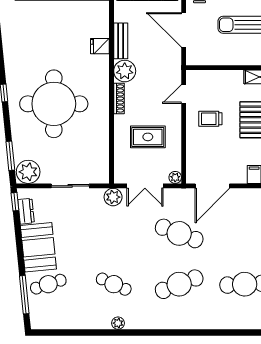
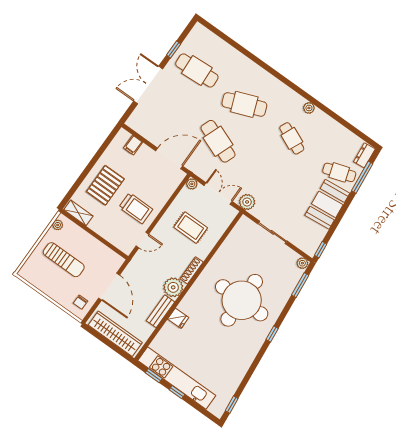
trolley: (210, 119) -> (136, 208), width x1.36, depth x1.39
plant: (28, 172) -> (302, 263), width x0.53, depth x0.53
dresser: (26, 211) -> (364, 155), moved

